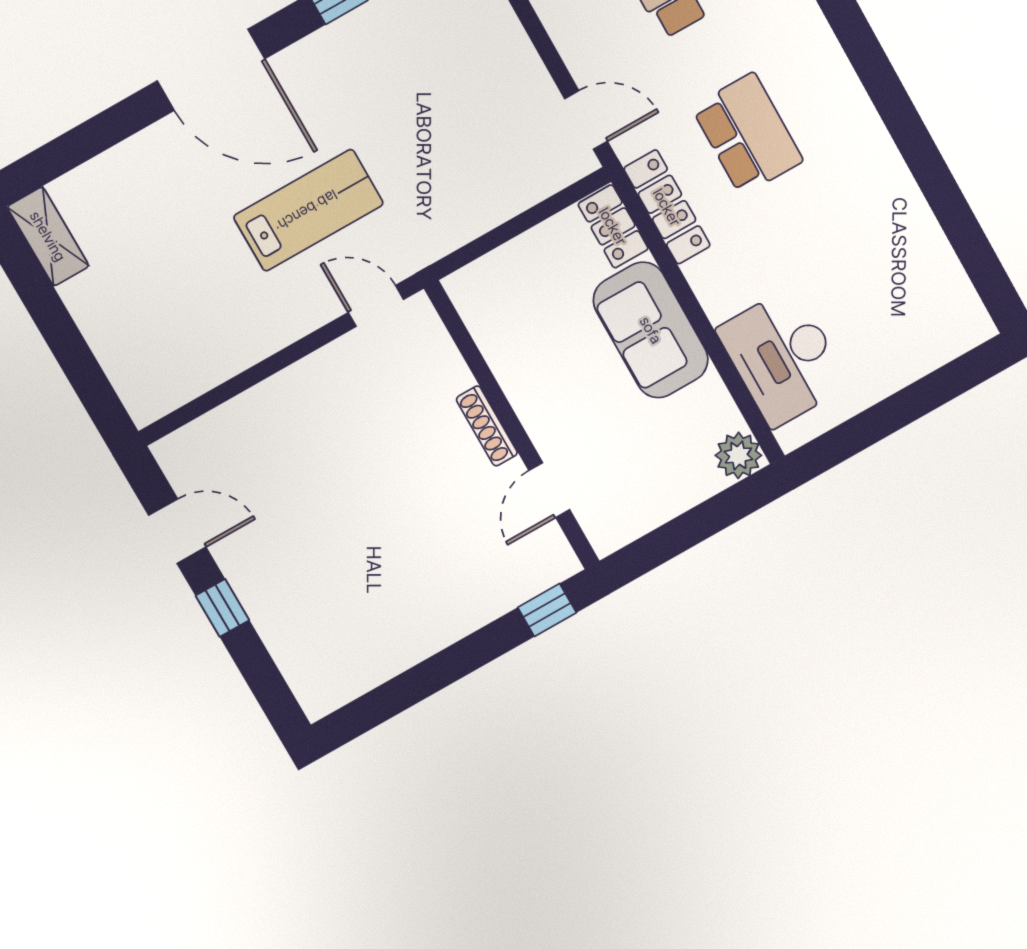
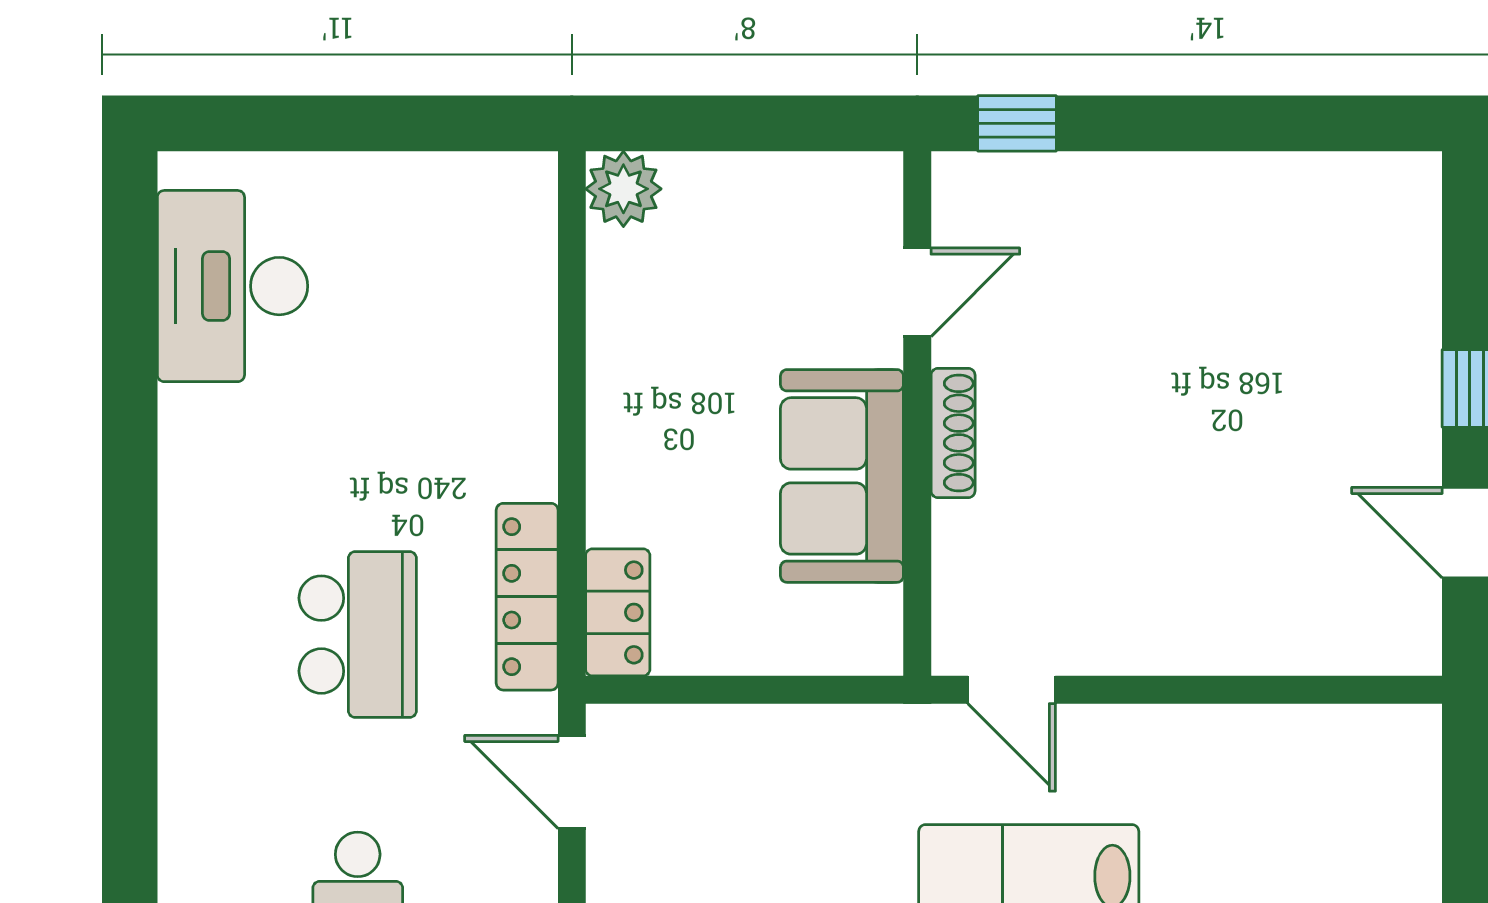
school desk: (747, 134) -> (358, 635), turned 180
sofa: (651, 330) -> (842, 476), moved, turned 180
desk: (783, 357) -> (233, 286), moved, turned 180

